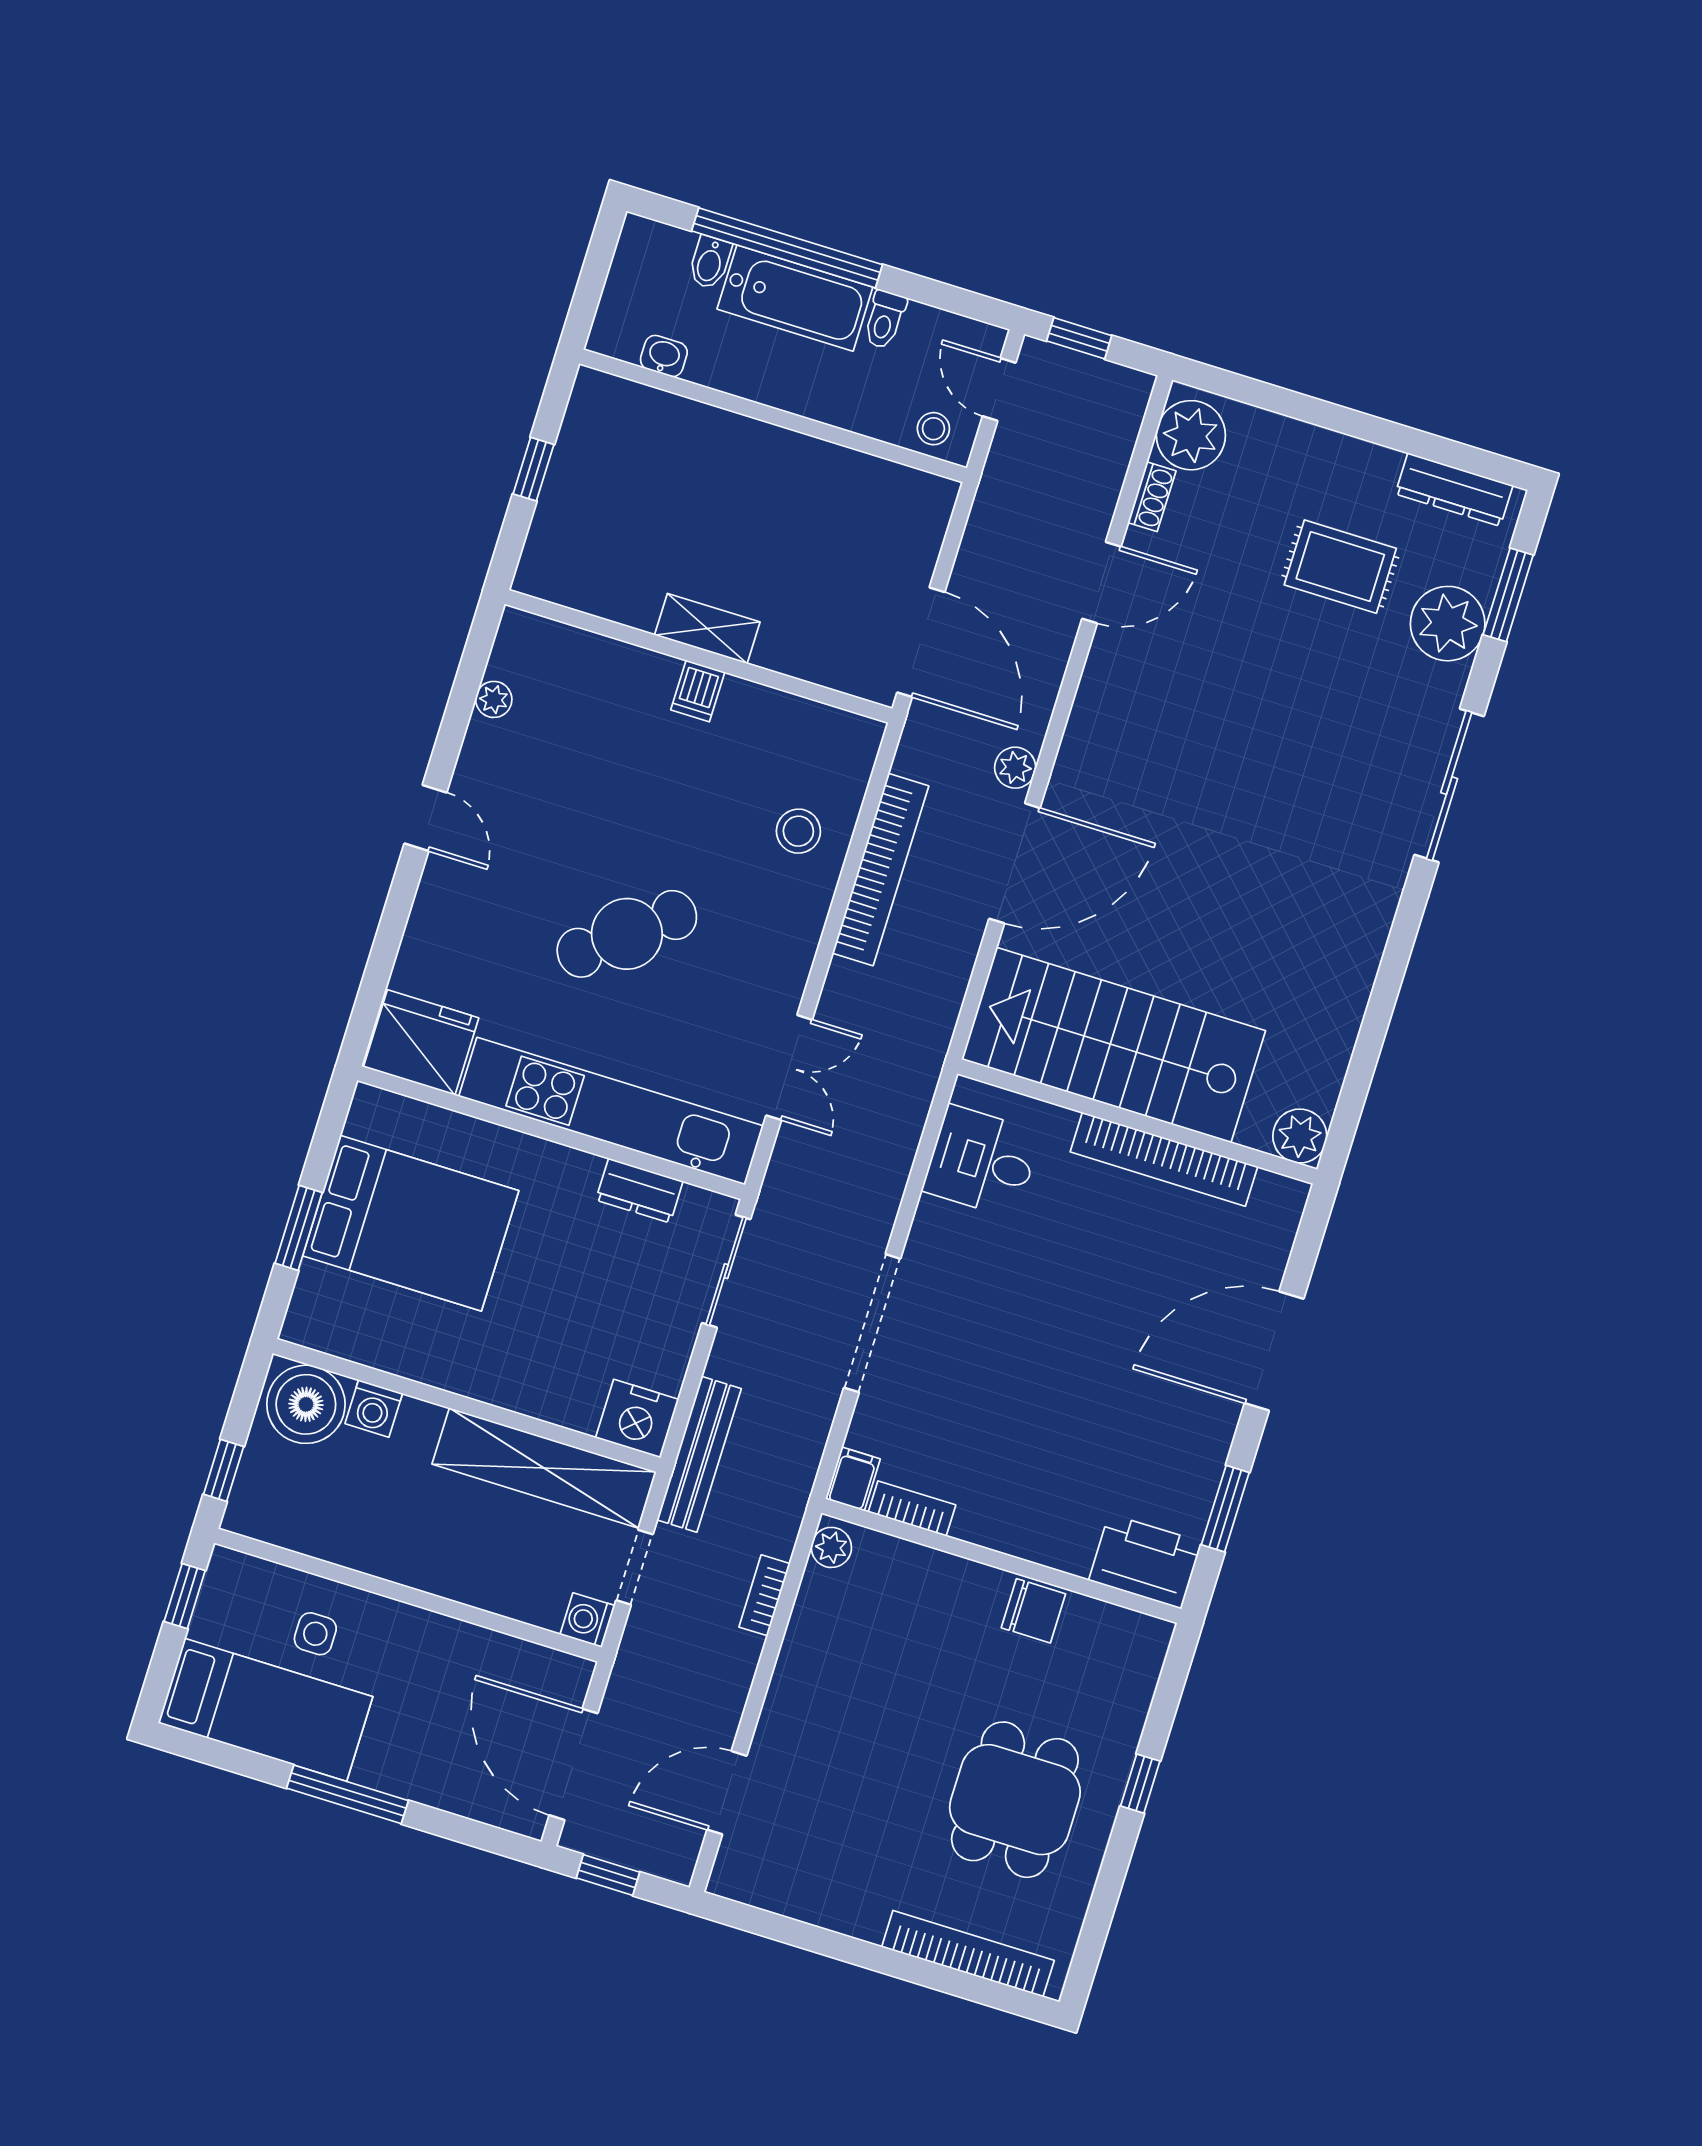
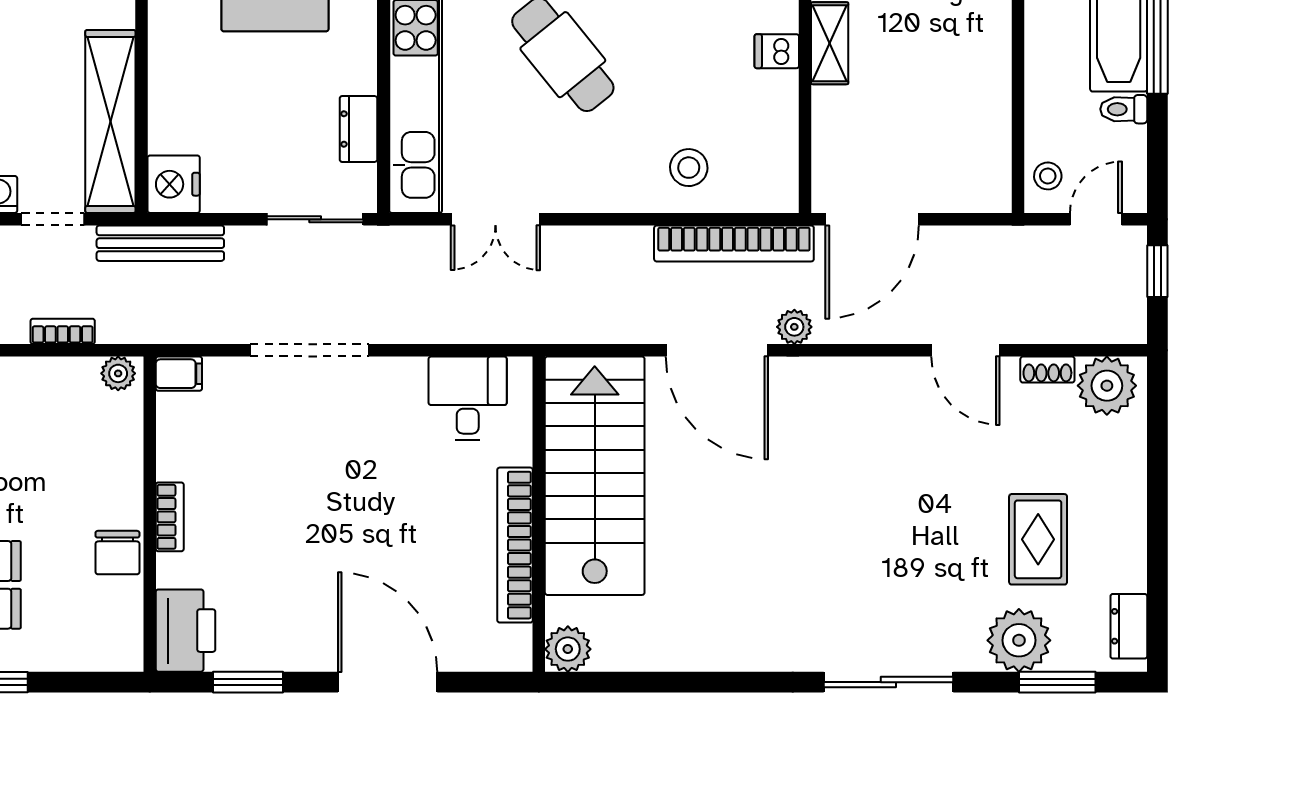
dresser: (1454, 490) -> (1129, 626), width x0.70
bookcase: (880, 870) -> (734, 243), moved
bookcase: (912, 1509) -> (170, 517), moved

